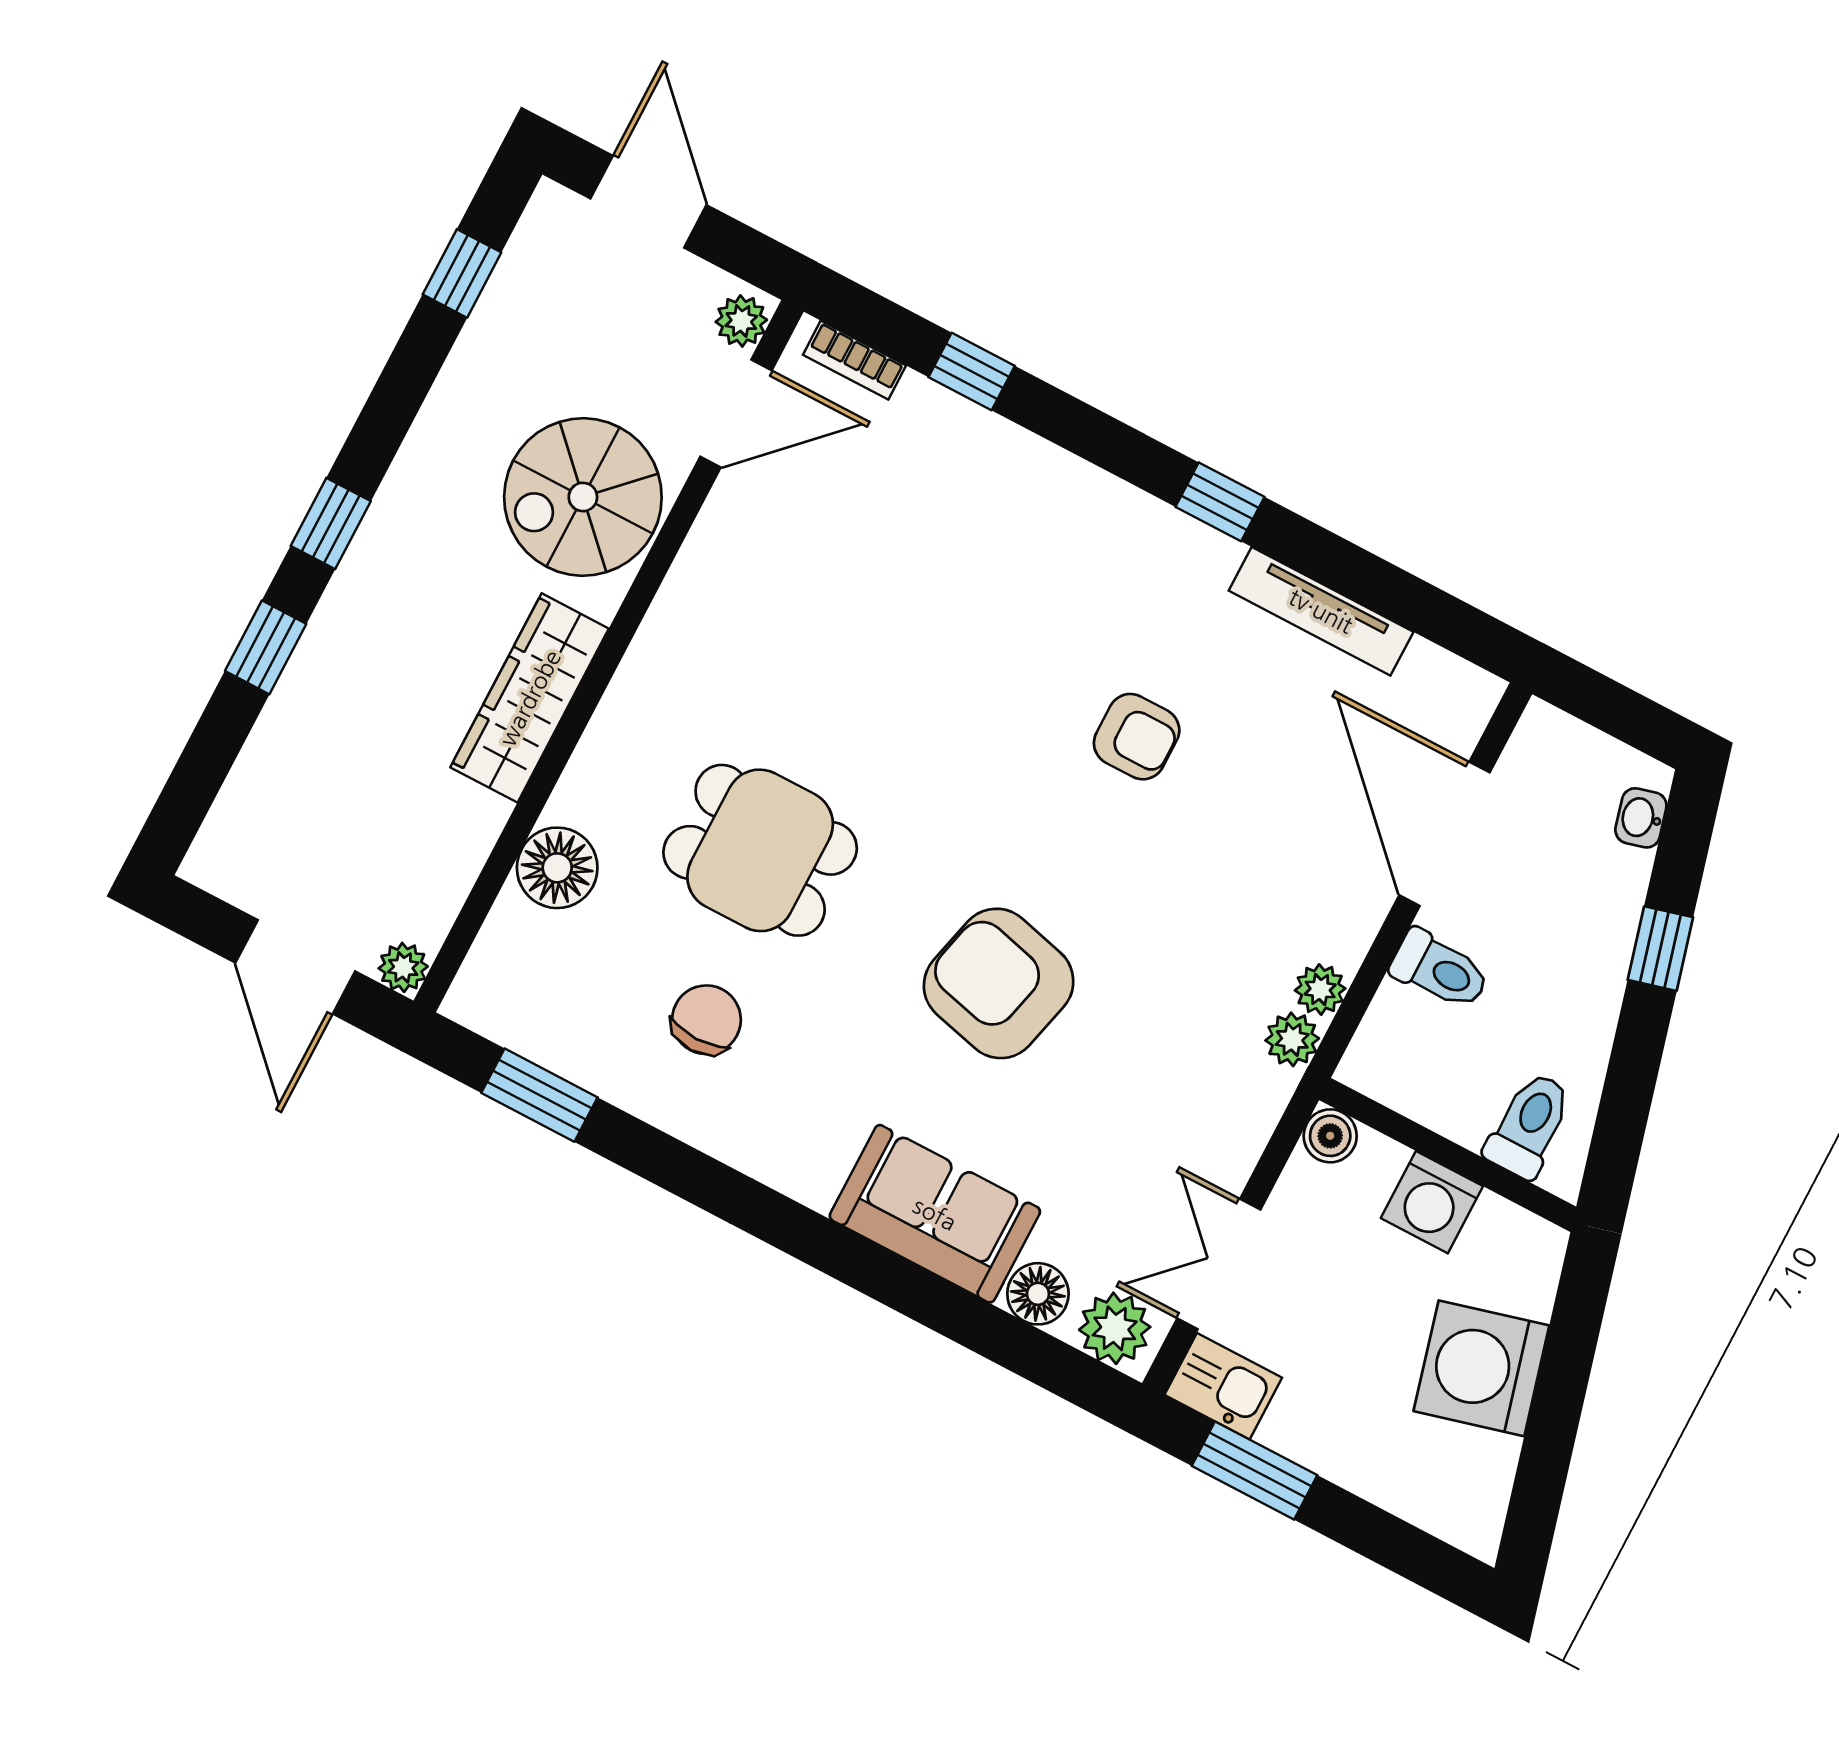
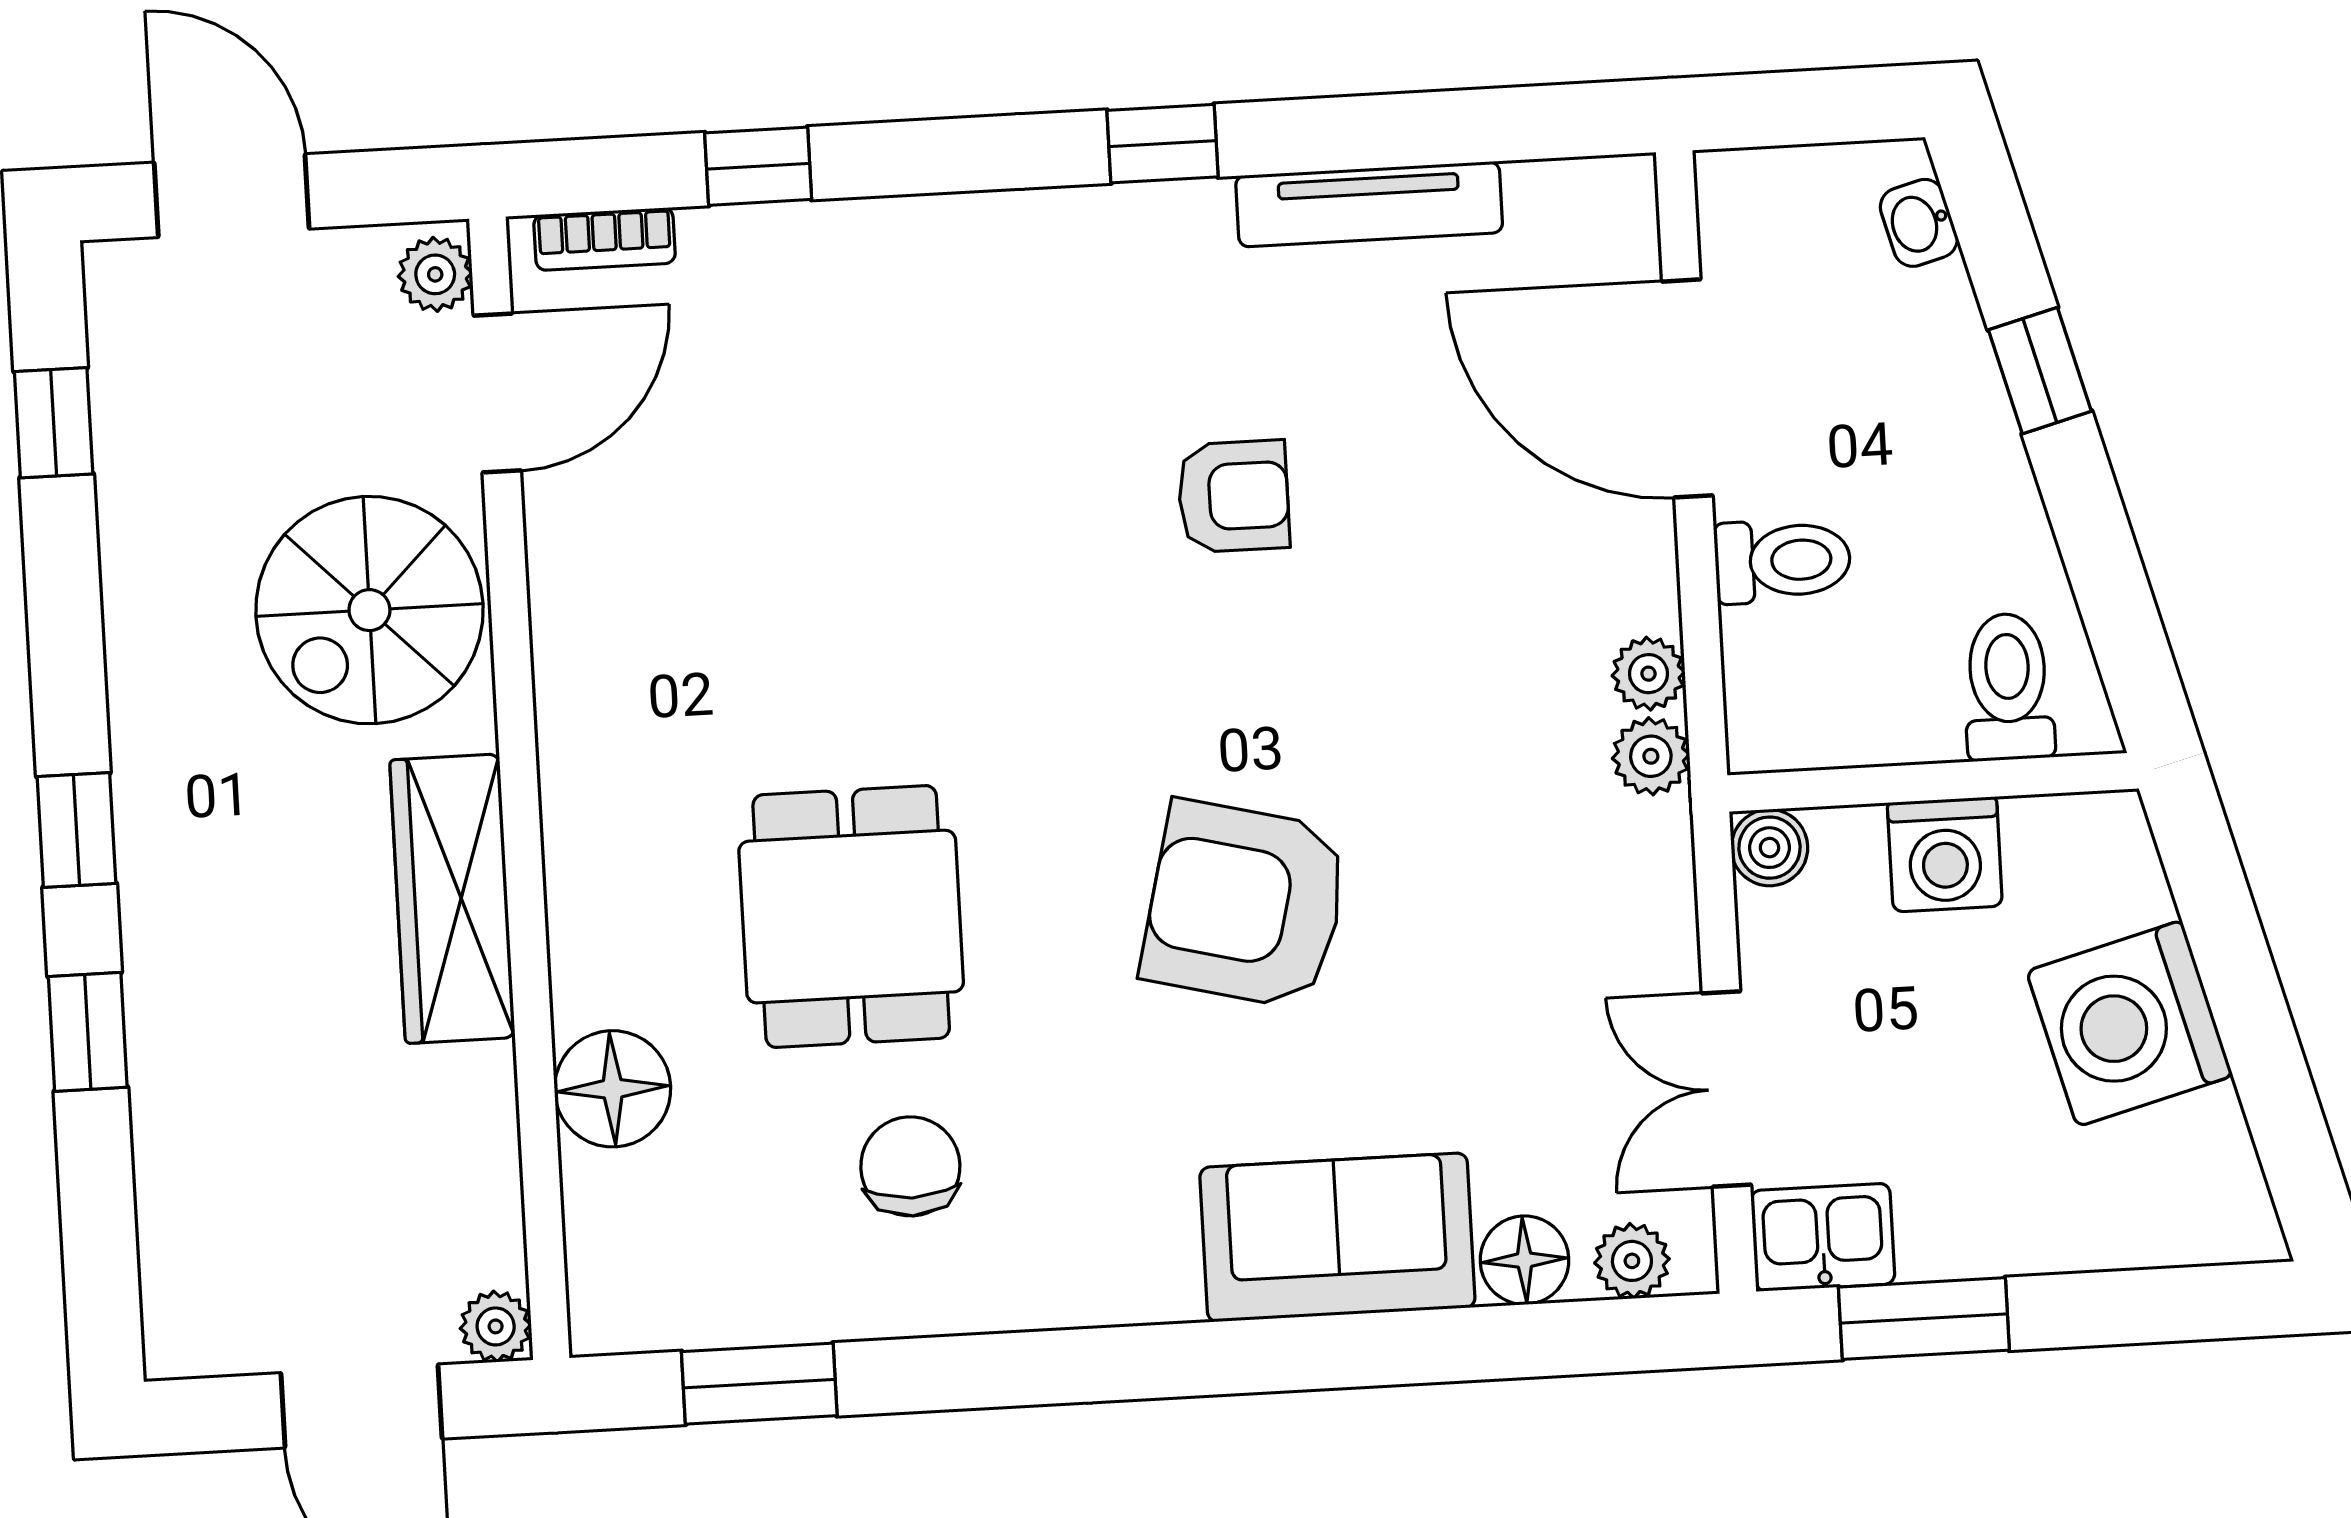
dining table: (760, 850) -> (851, 917), turned 90
plant: (1115, 1328) -> (1632, 1261), width x0.73, depth x0.73

